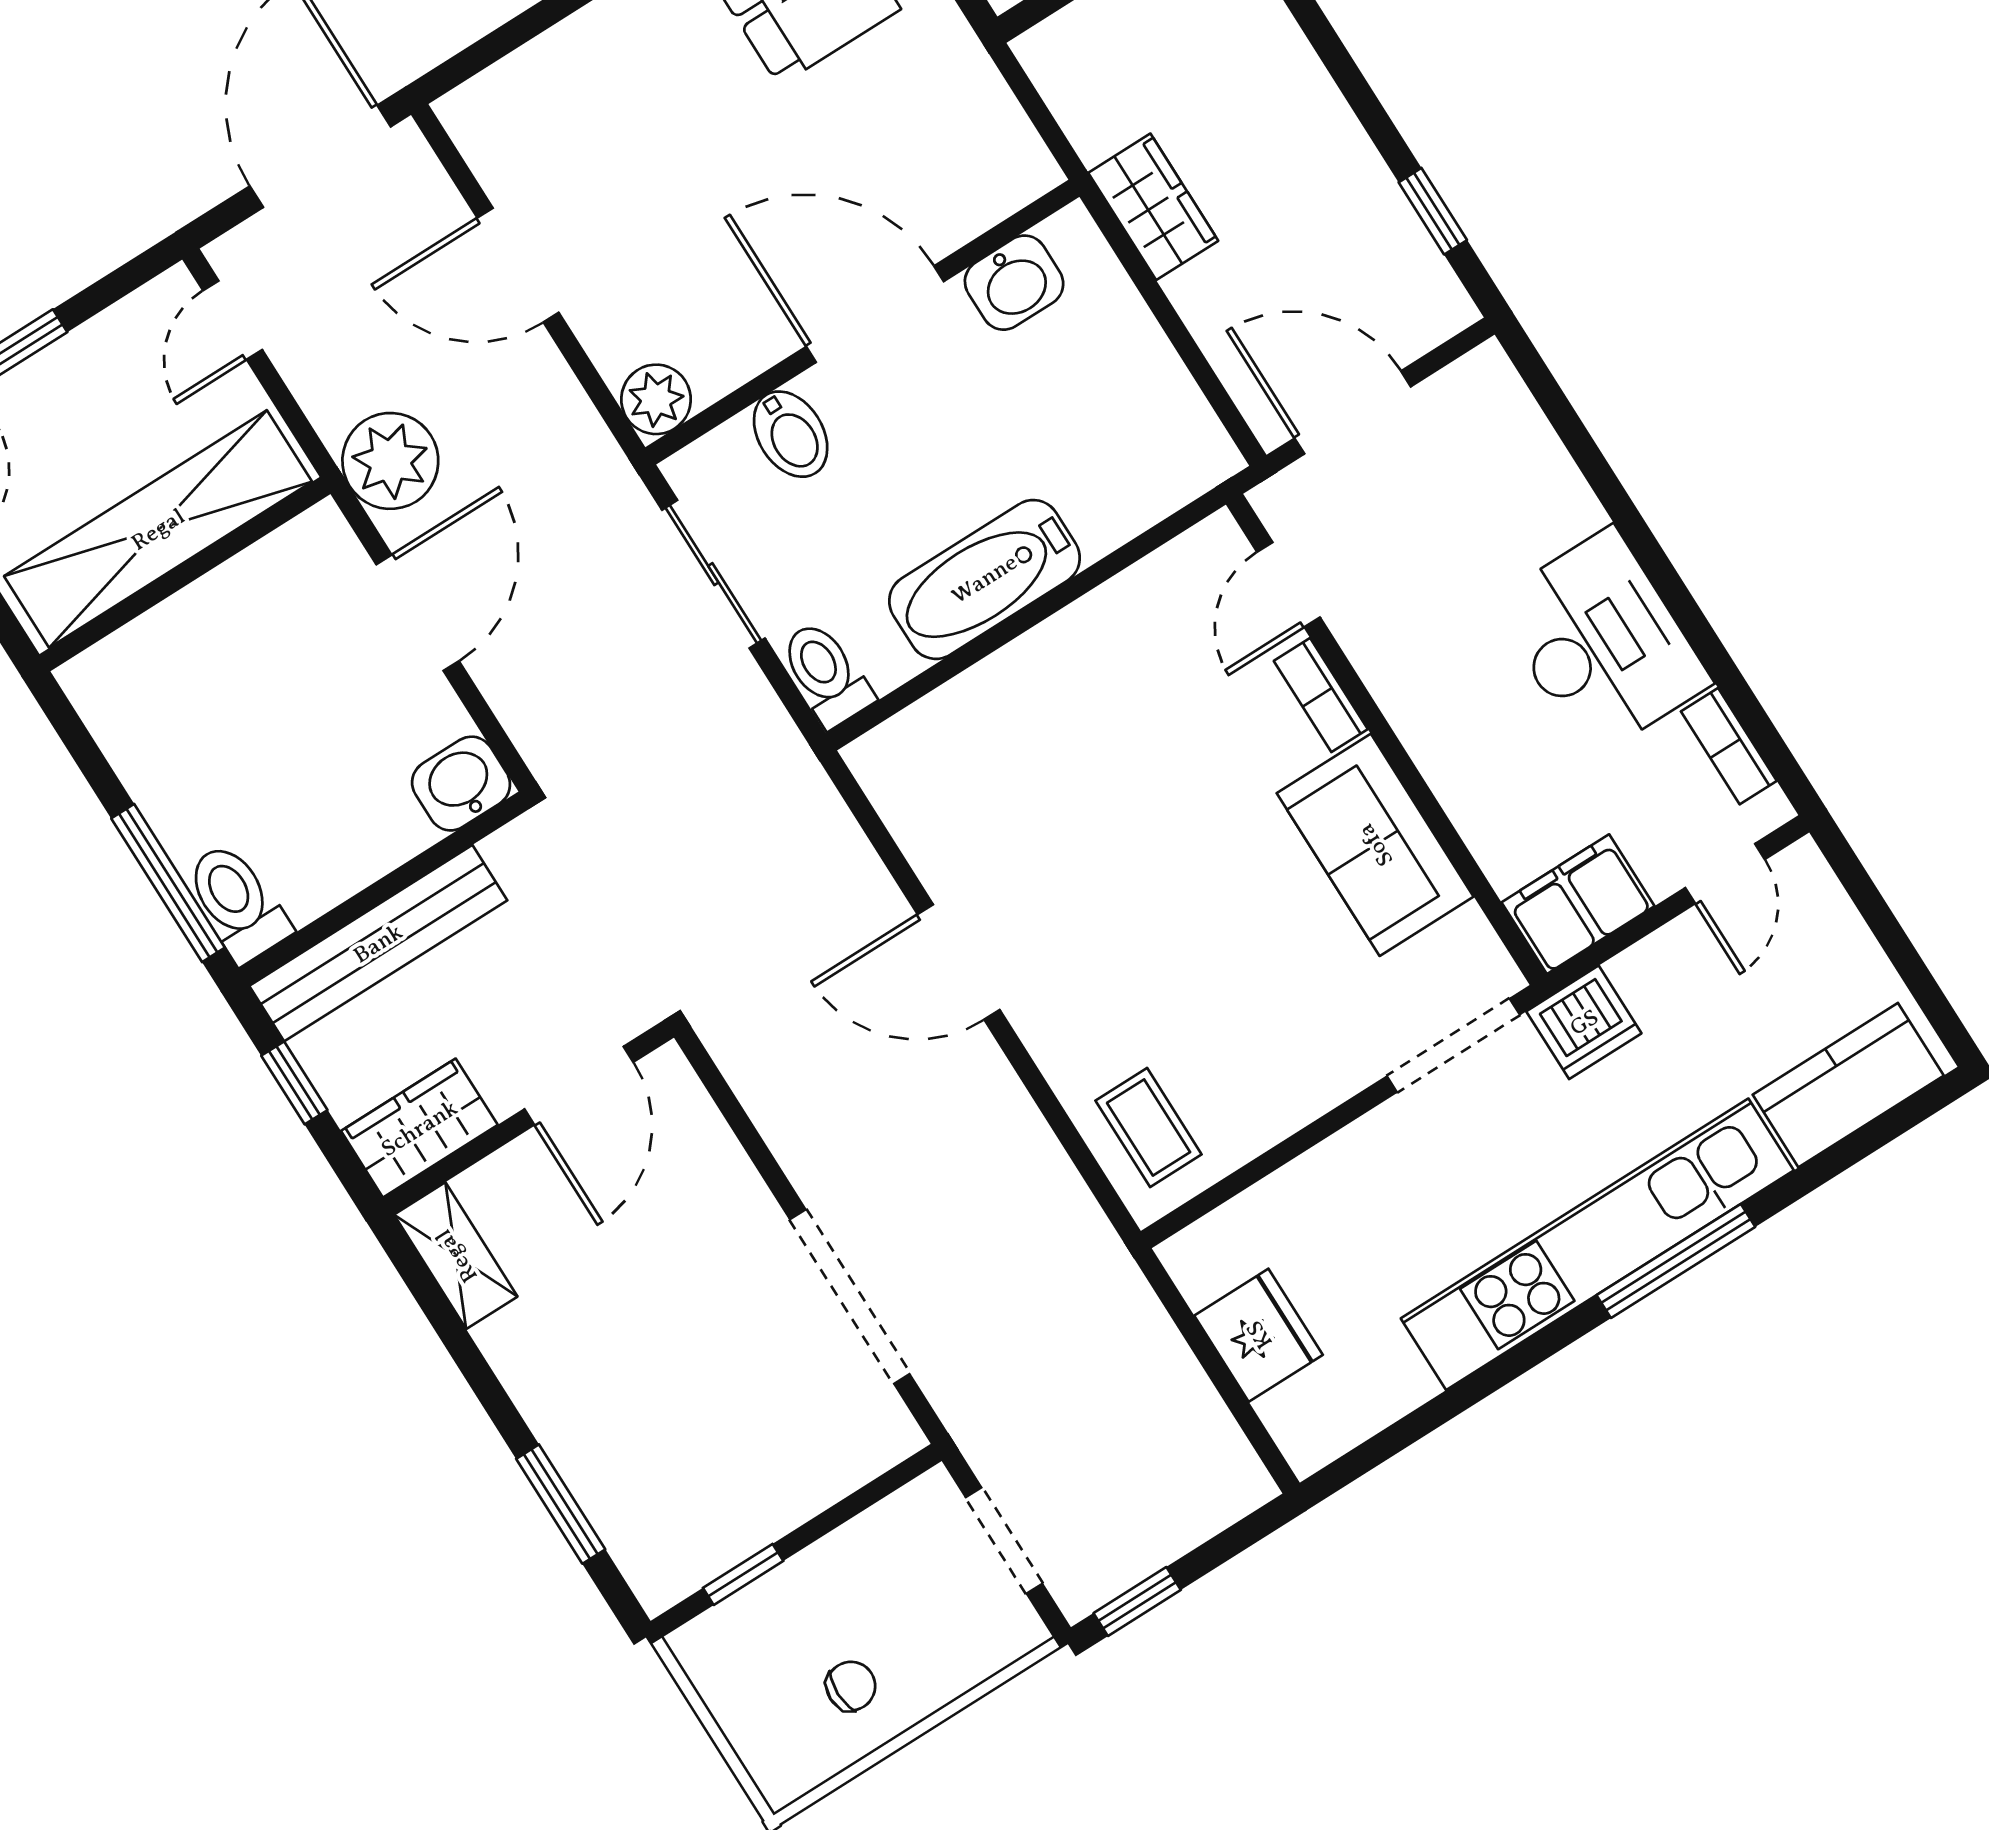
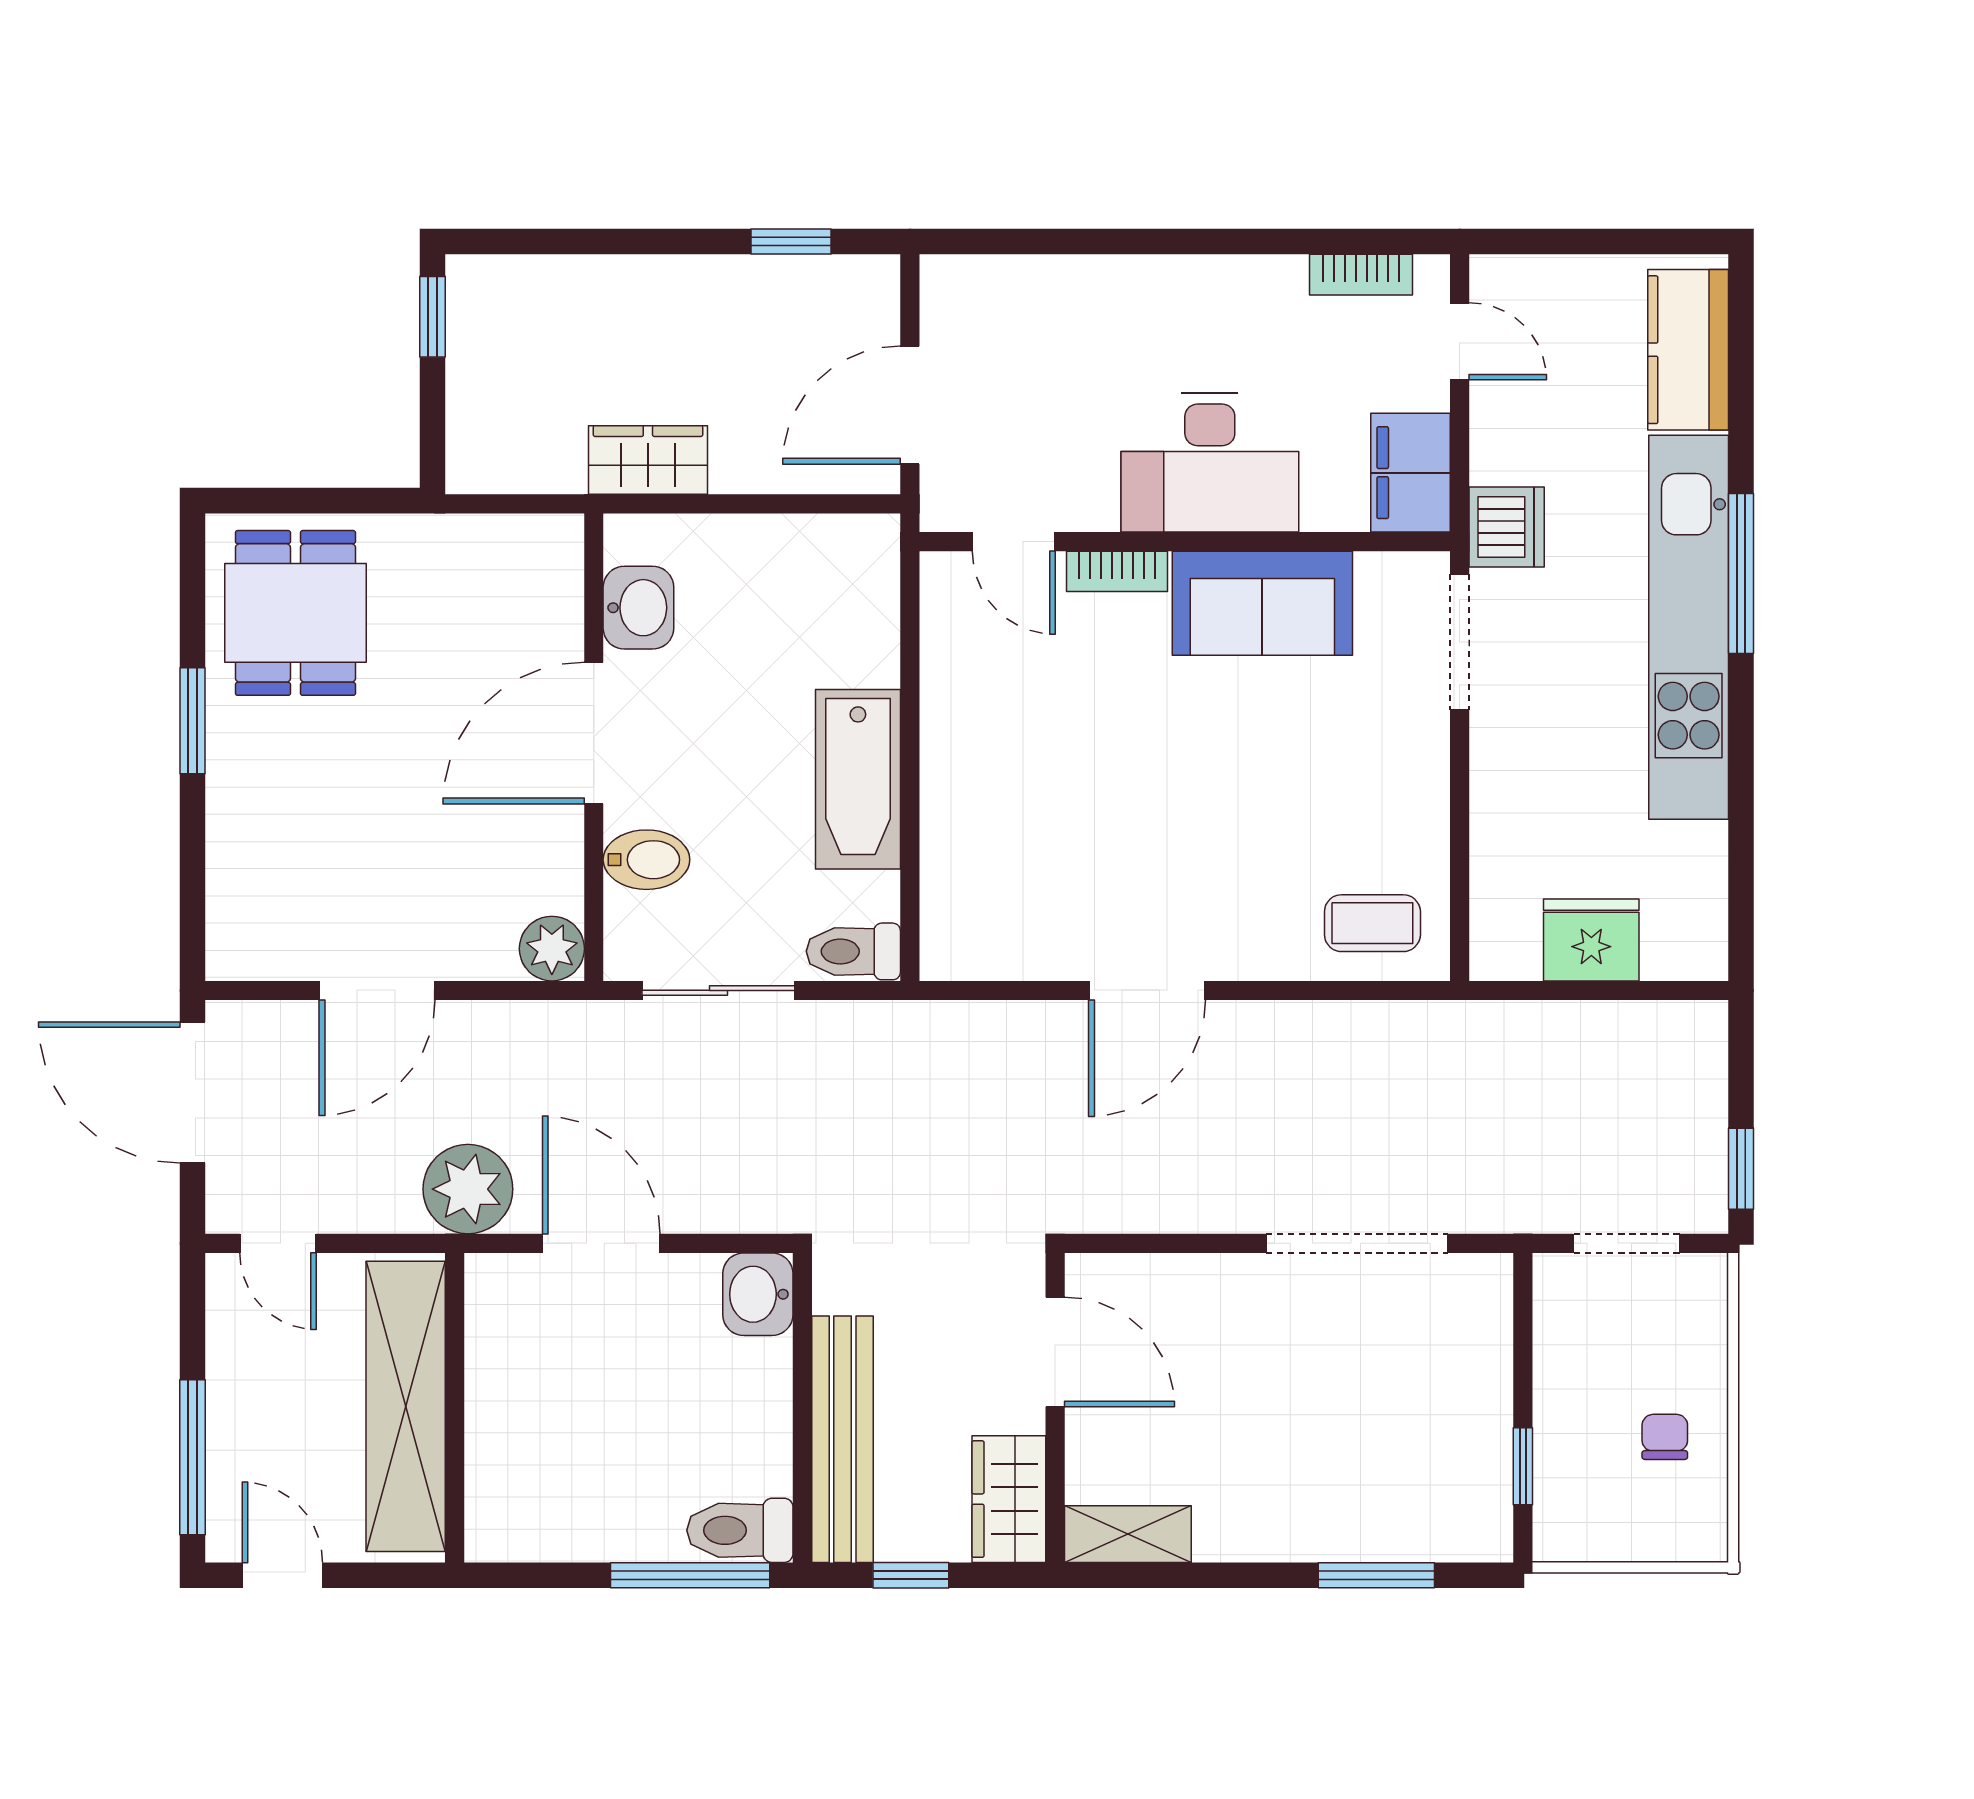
desk: (1601, 643) -> (1210, 462), moved, turned 180

